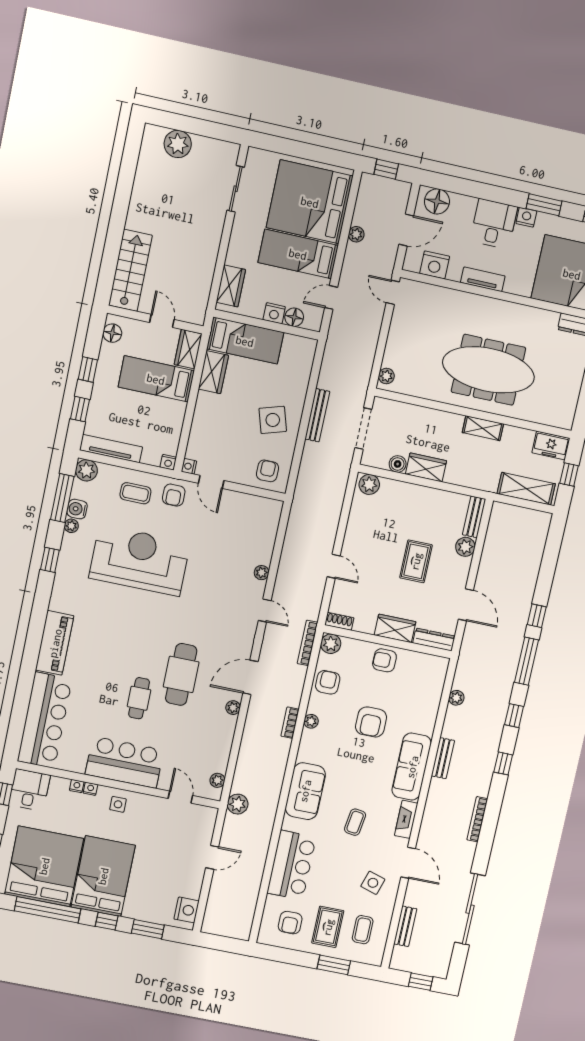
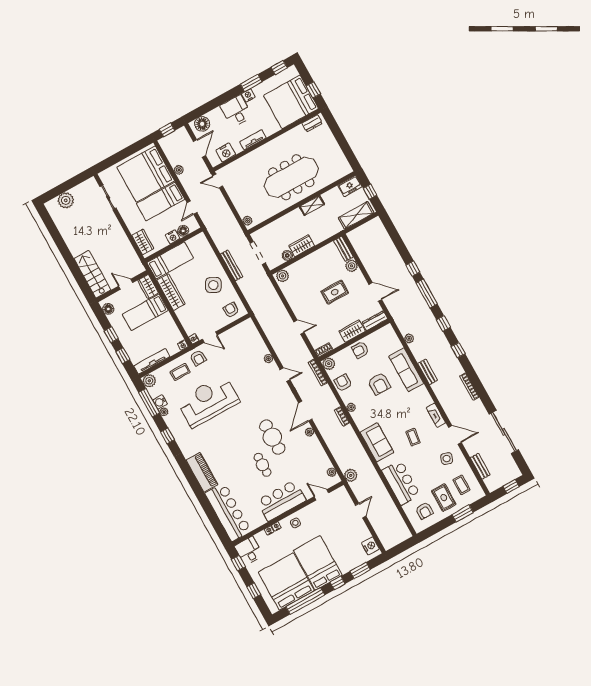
wardrobe: (213, 372) -> (171, 292), width x1.50
side table: (273, 420) -> (213, 285), turned 45
rug: (416, 561) -> (335, 292), turned 90
sofa: (412, 767) -> (406, 370), moved

